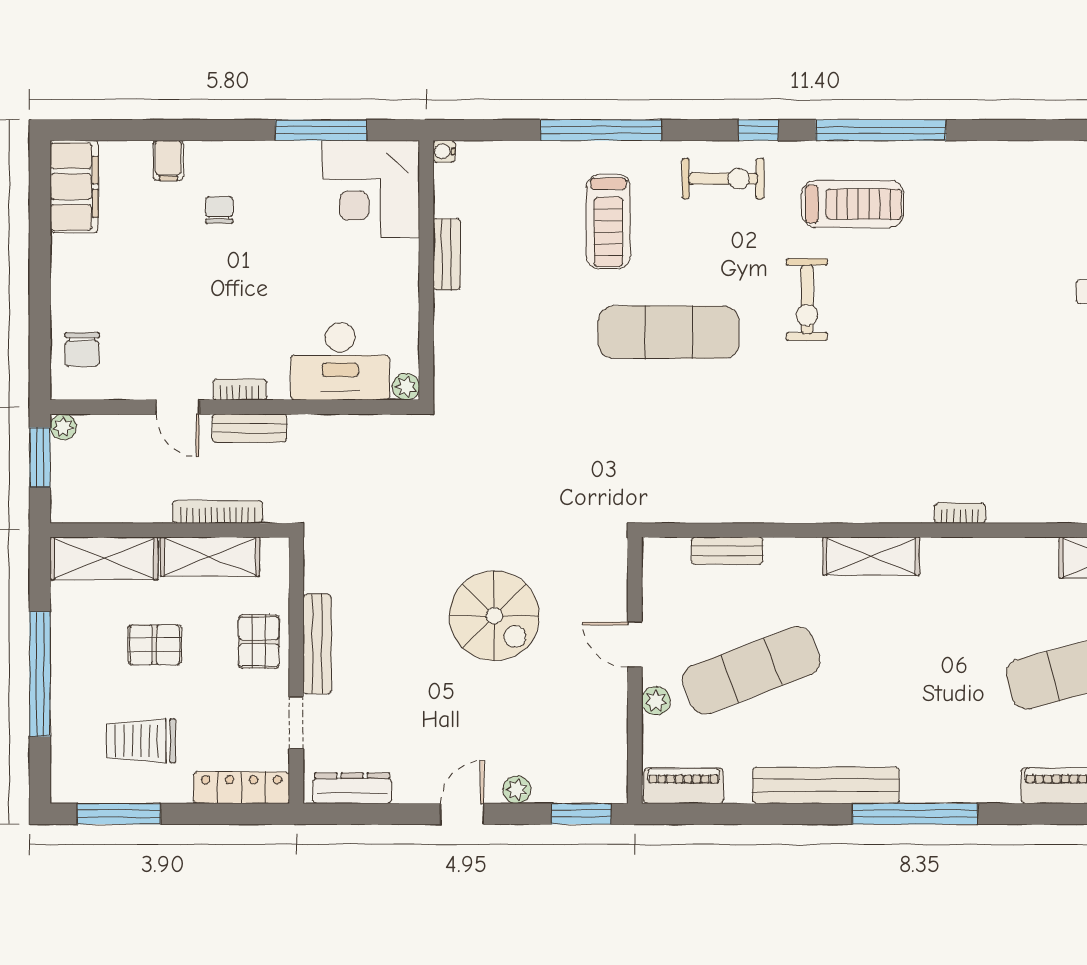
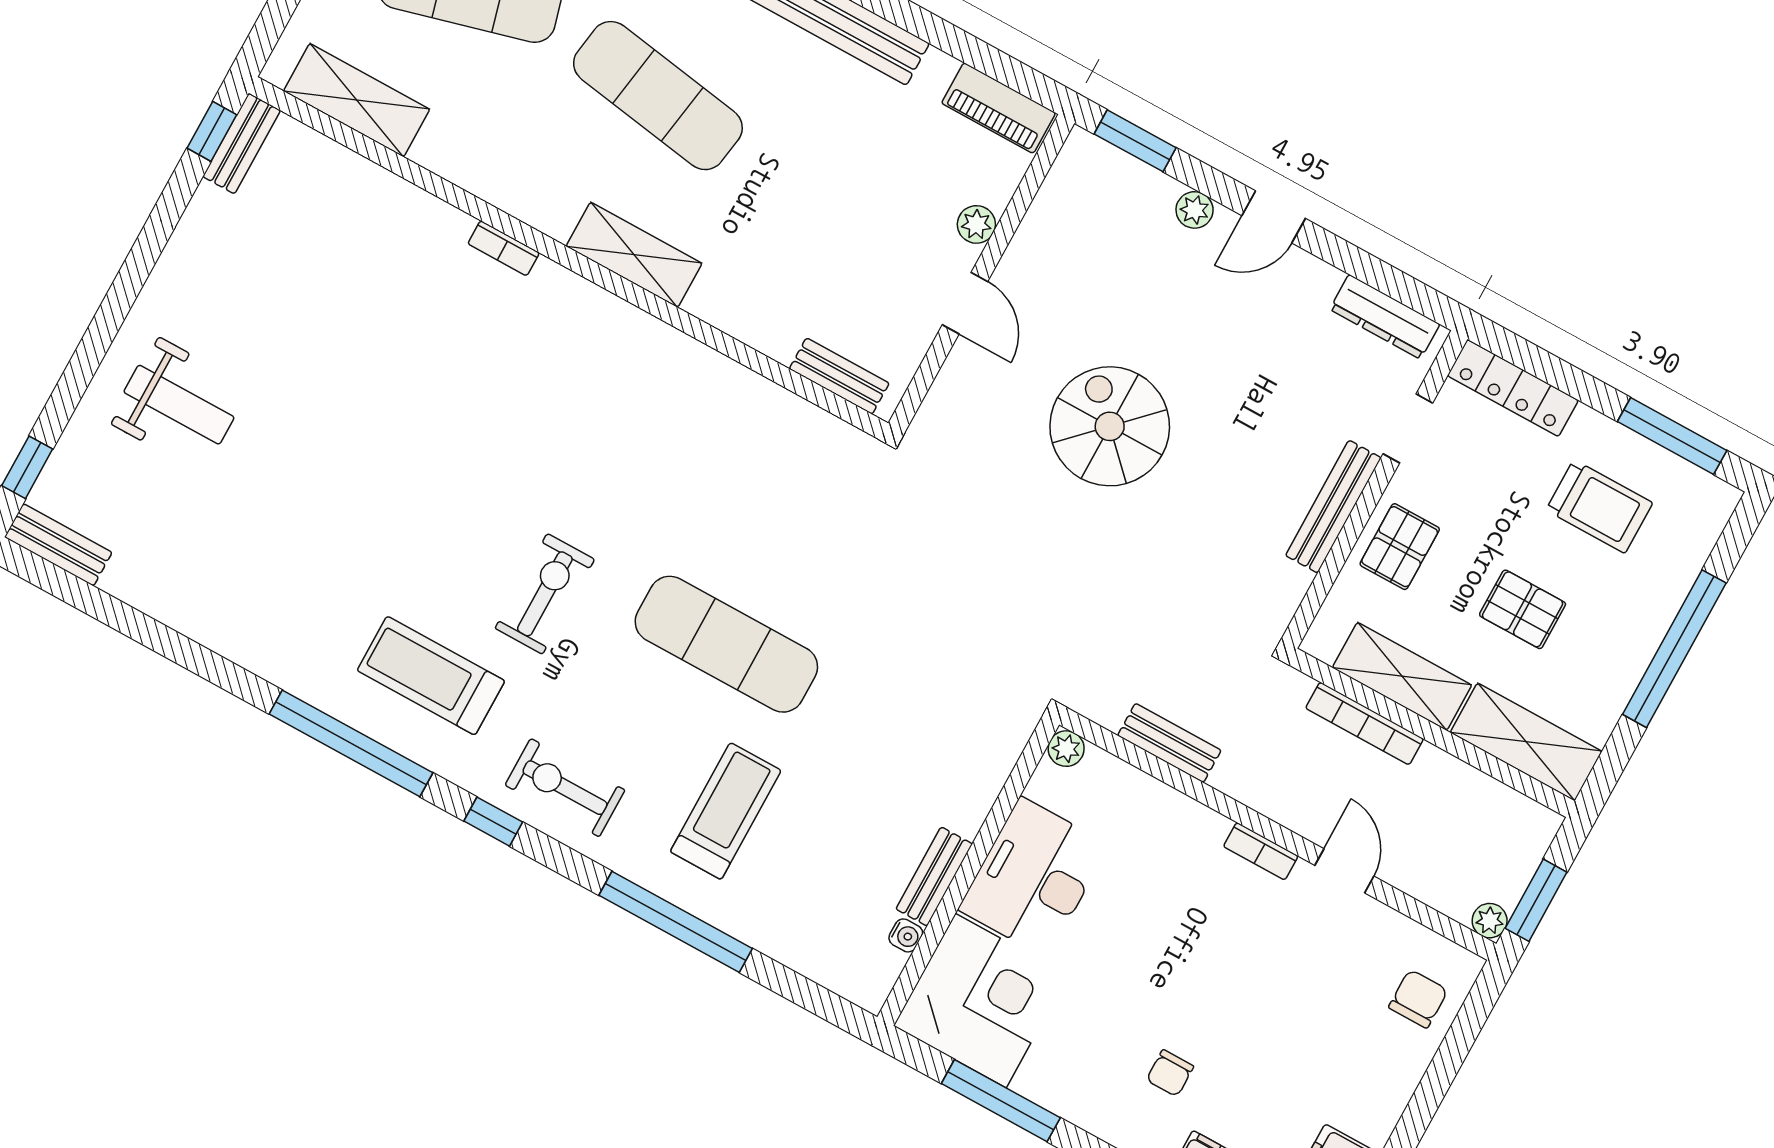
water cooler: (444, 151) -> (906, 935), moved
desk: (340, 361) -> (1034, 877), moved, turned -90
bench: (249, 428) -> (1169, 743), moved
bench: (727, 551) -> (839, 376), moved
exercise mat: (751, 670) -> (658, 96), moved, turned 30

